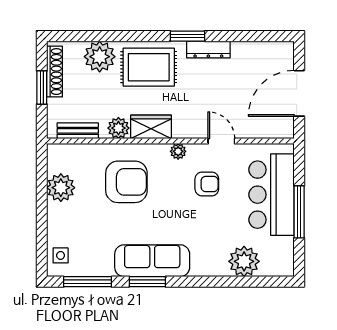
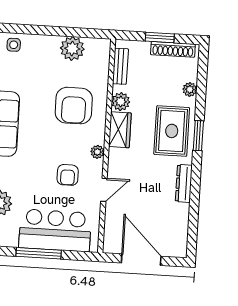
window: (187, 36) -> (198, 136), moved
plant: (100, 57) -> (190, 89), width x0.53, depth x0.53

